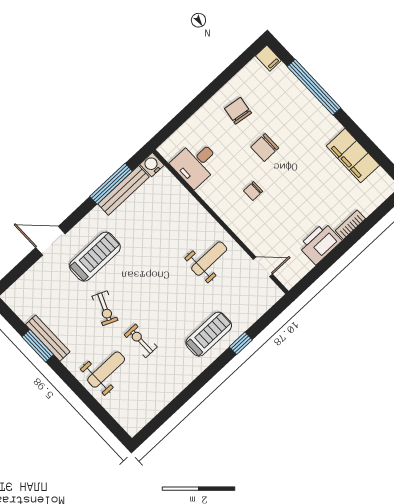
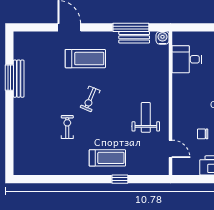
bench: (124, 190) -> (134, 37), width x0.73
chair: (253, 191) -> (203, 134), moved
weight bench: (209, 259) -> (146, 117), turned -90
exercise bike: (105, 308) -> (90, 99), moved
weight bench: (106, 370) -> (34, 125), removed

